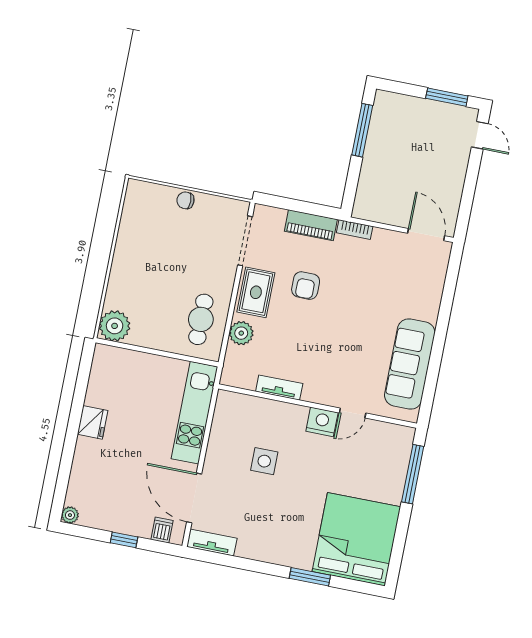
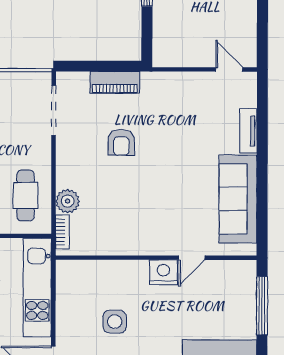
bookcase: (355, 230) -> (62, 232), moved, turned -90
door: (426, 235) -> (229, 69), width x0.73
rug: (256, 292) -> (74, 158), removed
tv unit: (279, 388) -> (248, 131), moved, turned -90

